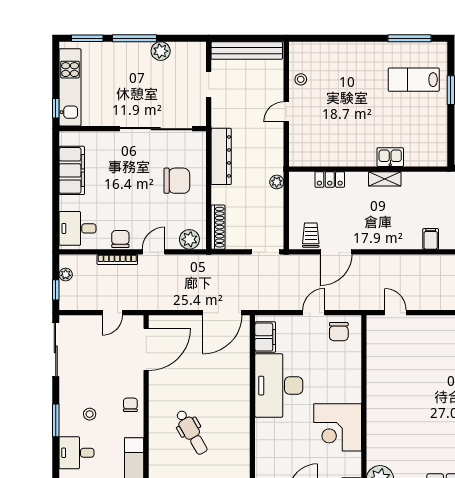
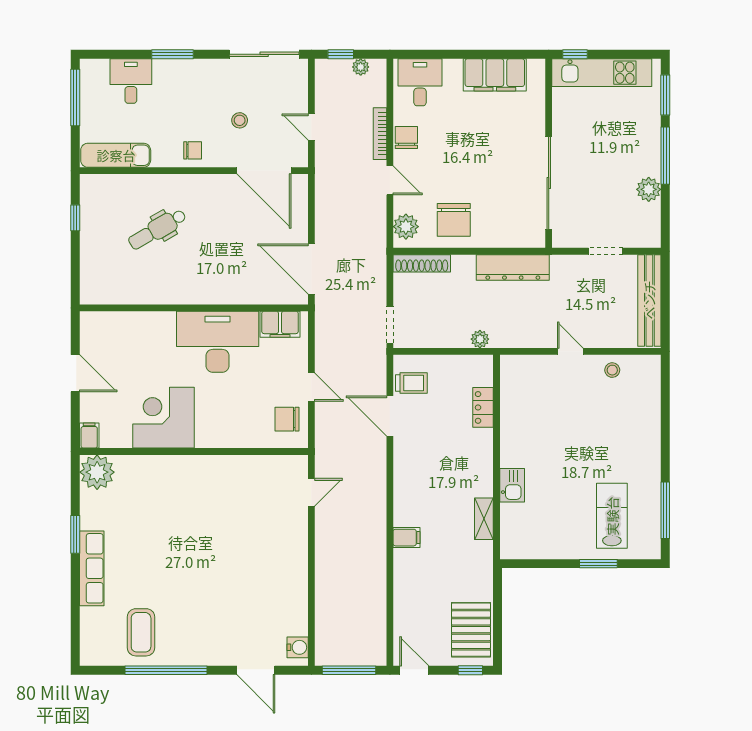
shelving: (385, 179) -> (484, 519), moved
chair: (177, 181) -> (454, 220), moved
chair: (120, 239) -> (406, 138), turned -90
stool: (90, 414) -> (240, 120), moved

